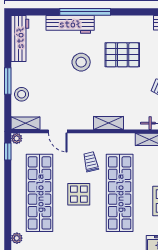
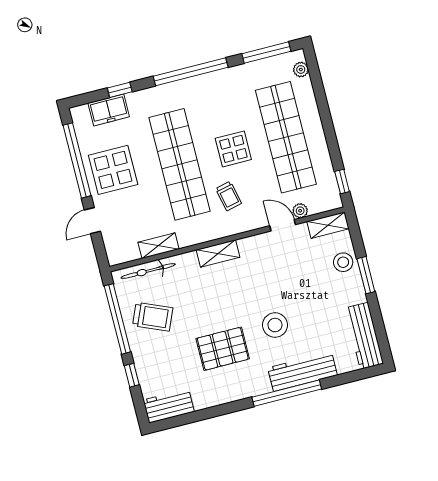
plant: (17, 138) -> (300, 211), moved

